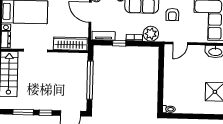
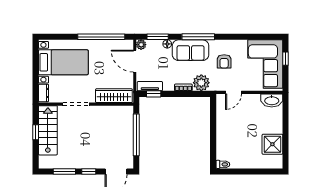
window: (119, 43) -> (154, 94), moved

